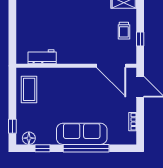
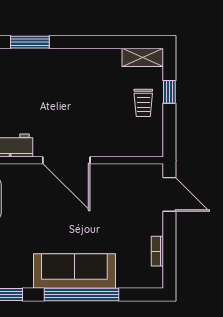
window: (140, 39) -> (169, 92), moved
door: (111, 66) -> (66, 160), moved

